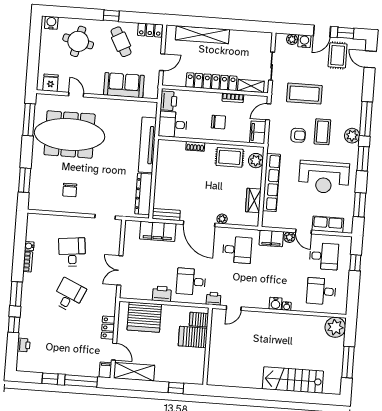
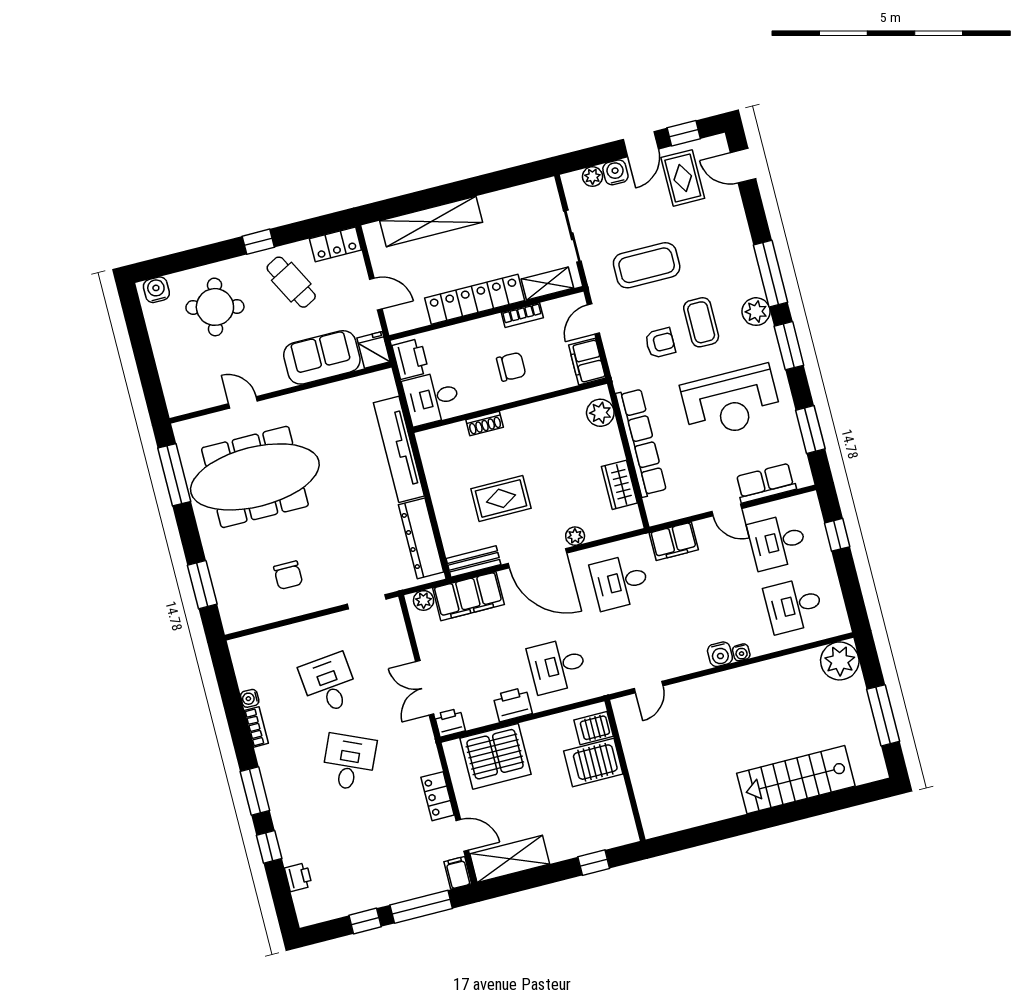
door: (162, 62) -> (376, 294), hinge flipped
fridge: (51, 83) -> (373, 350), moved
rug: (230, 157) -> (501, 498), moved
plant: (289, 237) -> (424, 600), moved
desk: (237, 250) -> (620, 582), turned 180
desk: (324, 256) -> (777, 542), turned 180
printer: (214, 299) -> (450, 723), moved

